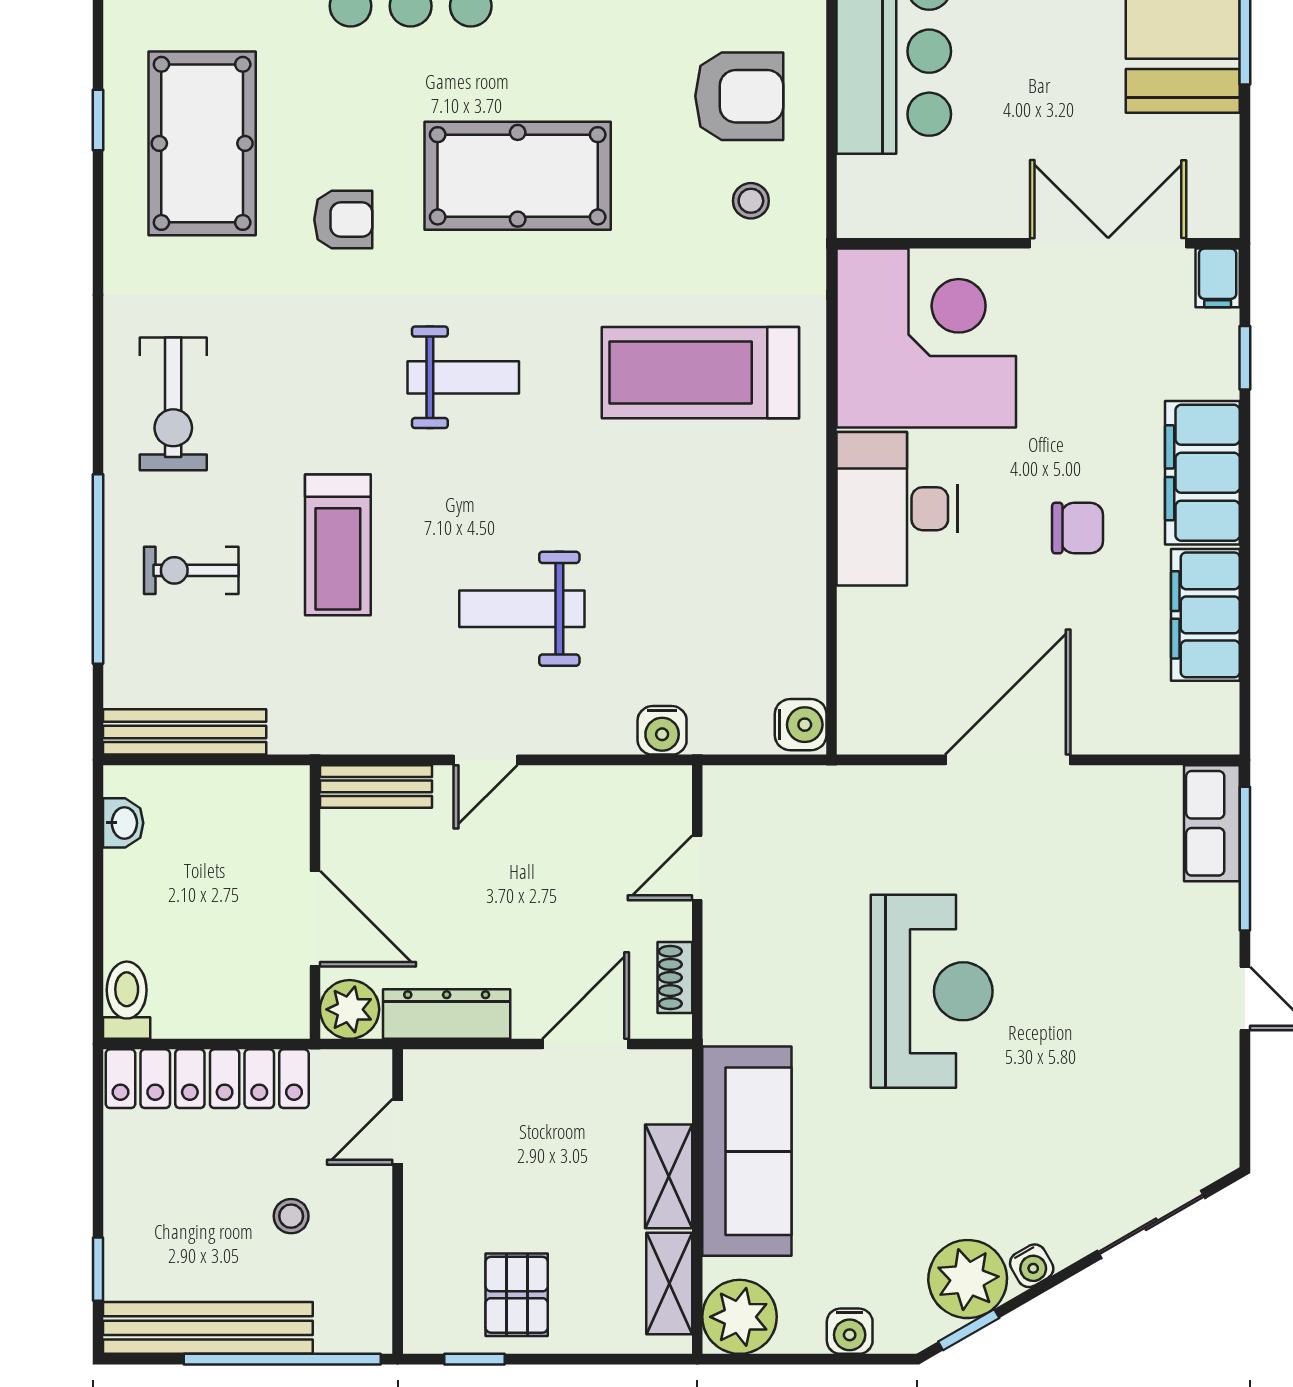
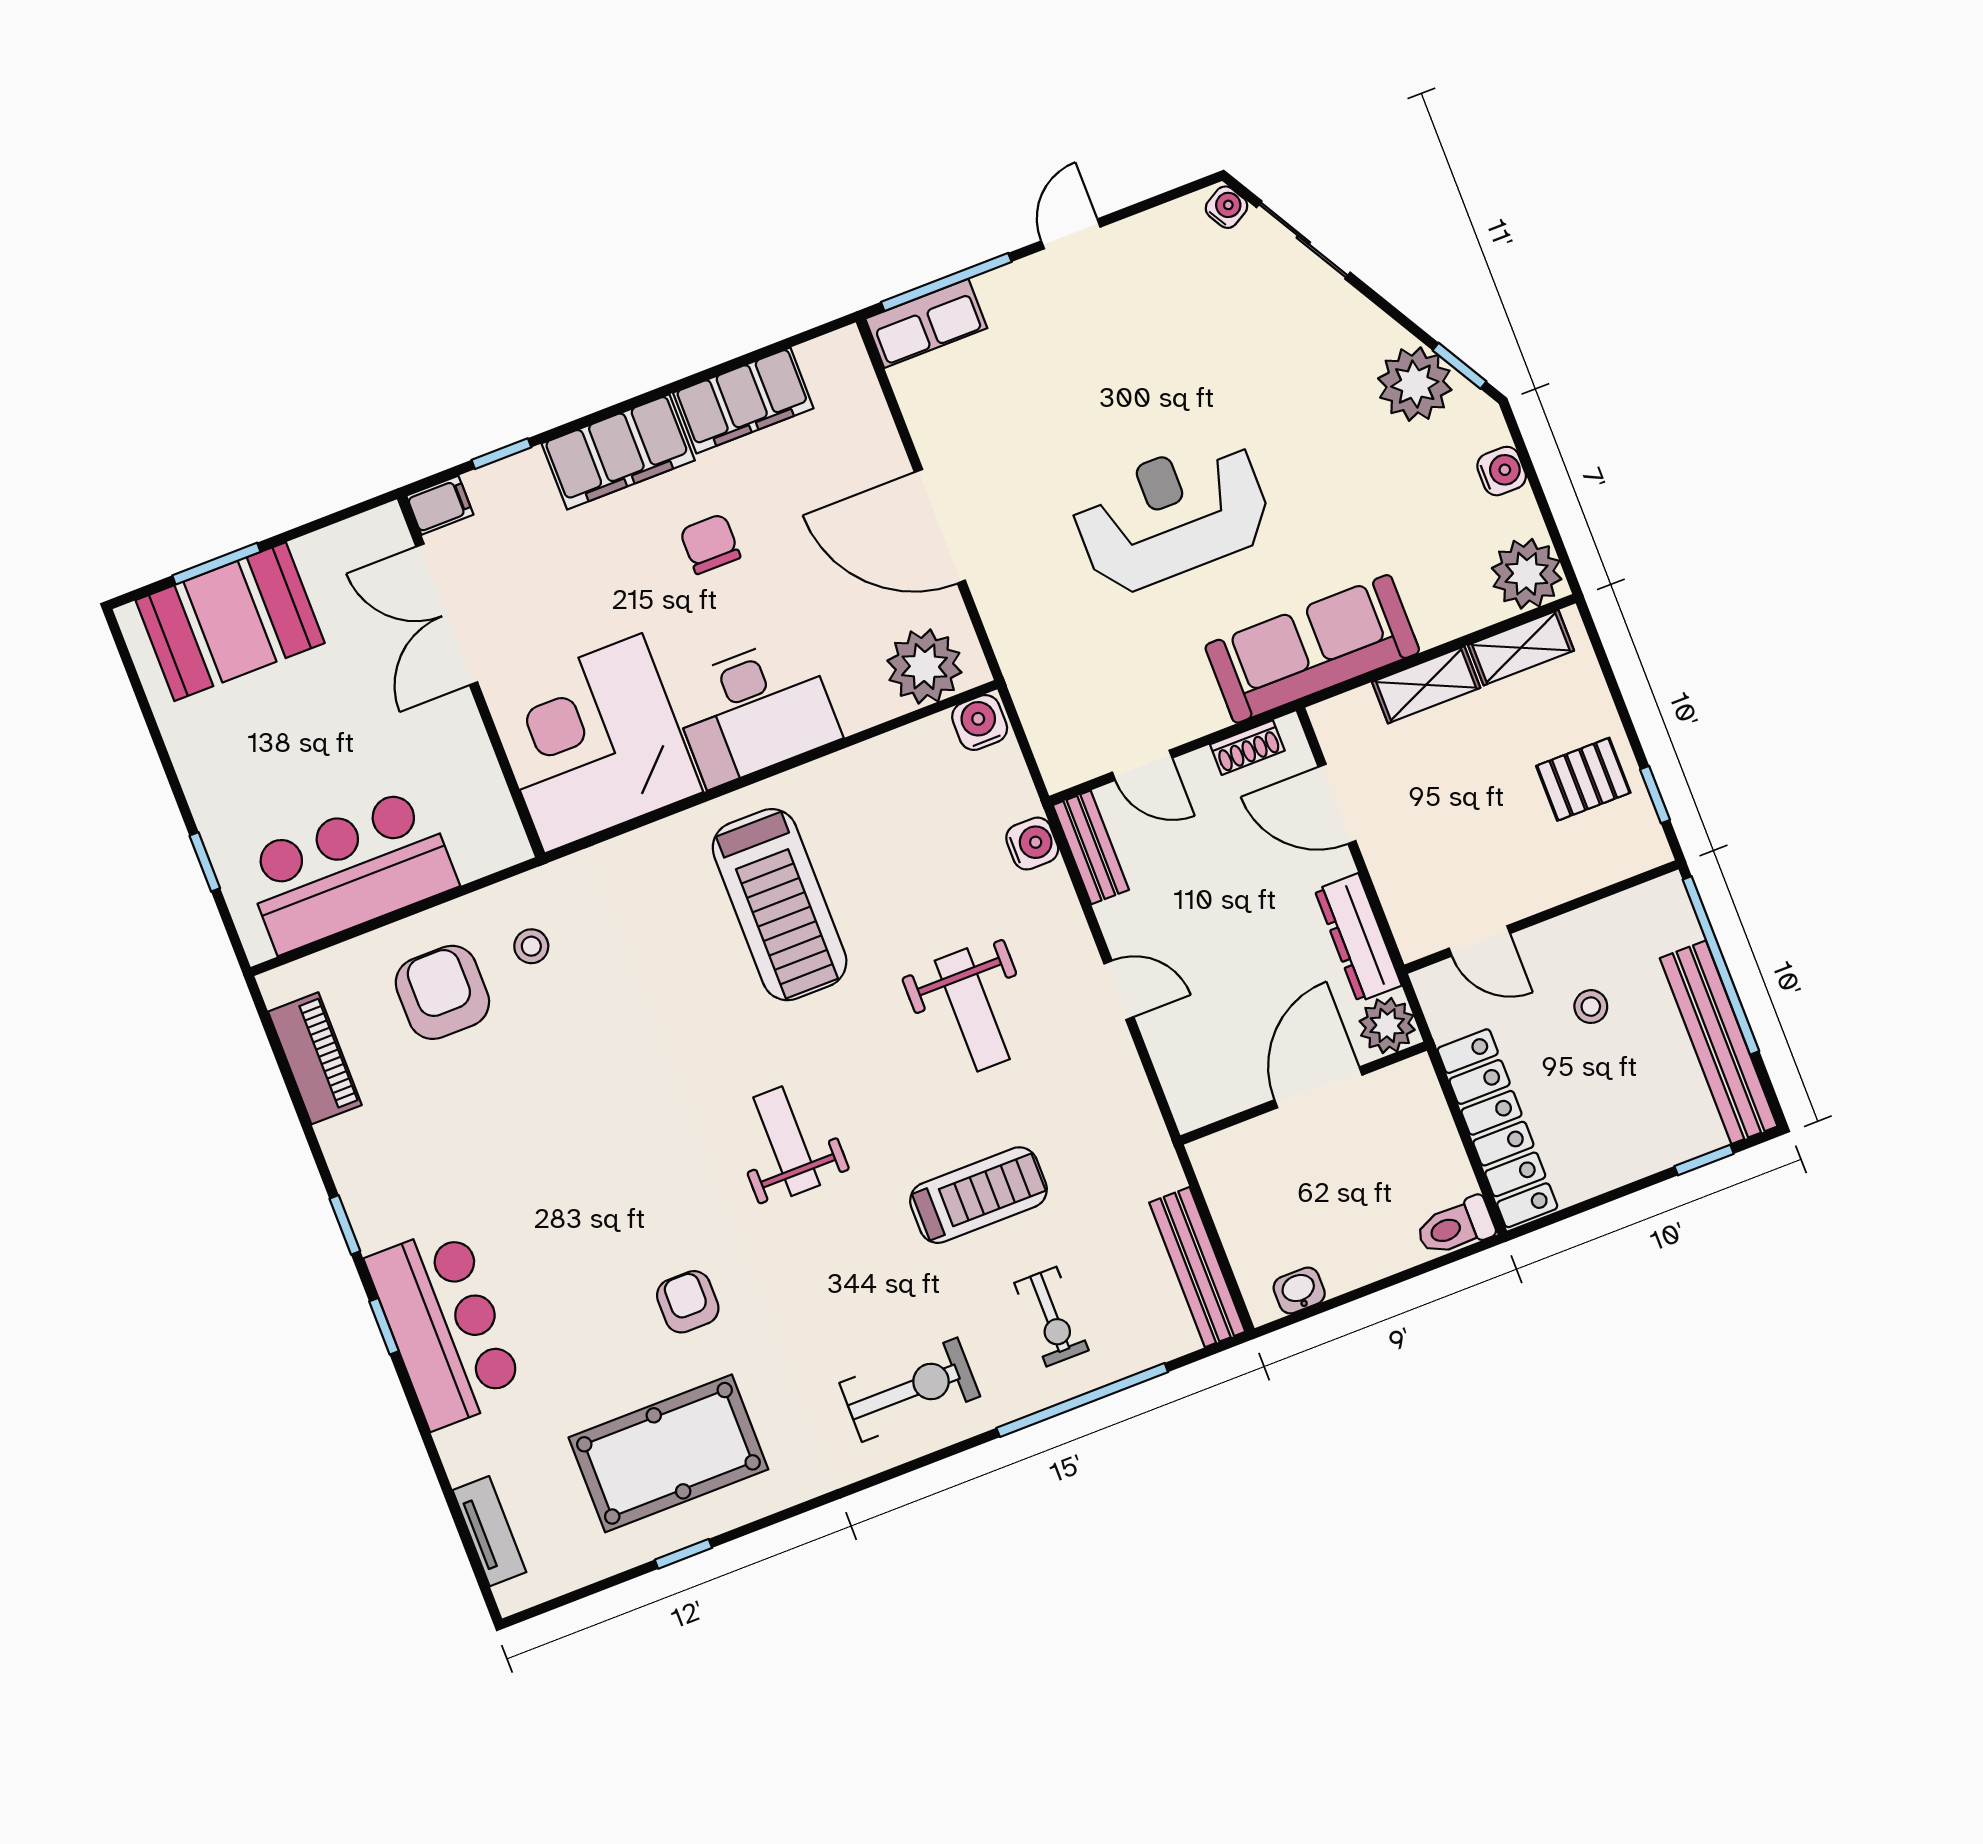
pool table: (518, 176) -> (589, 1162), removed
treadmill: (700, 373) -> (780, 905), moved
plant: (876, 692) -> (924, 666), added
bench: (376, 786) -> (1091, 847), moved
sofa: (747, 1151) -> (1312, 649), moved
water cooler: (1032, 1266) -> (1226, 207), moved

